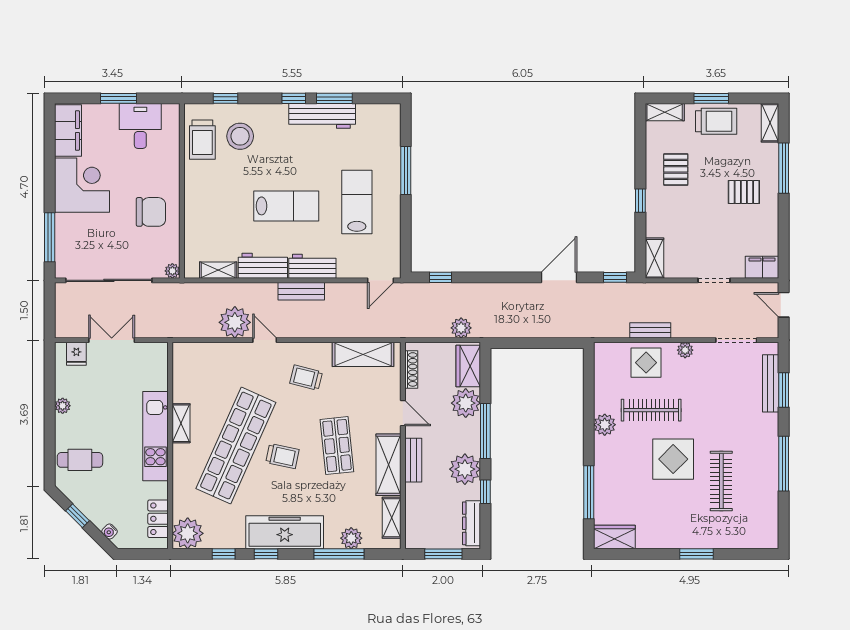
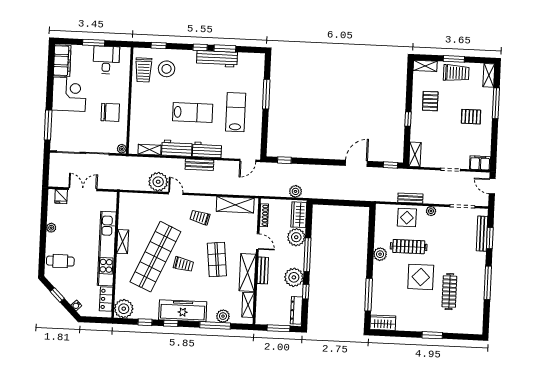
kitchen unit: (155, 436) -> (107, 249), width x1.36

